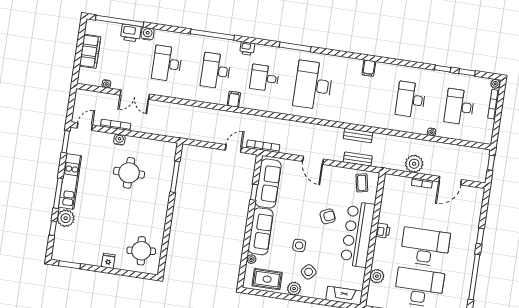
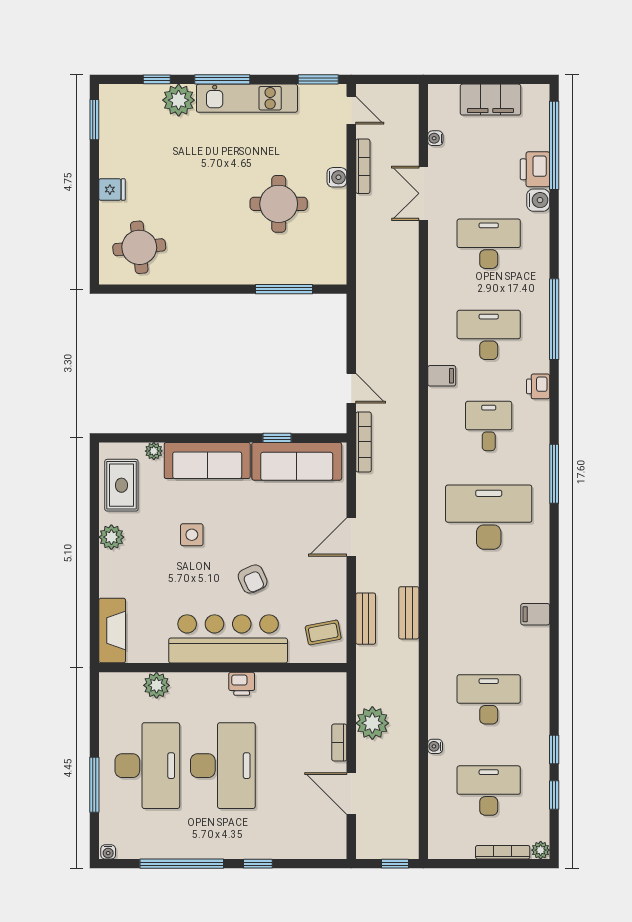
side table: (309, 272) -> (146, 559), removed

